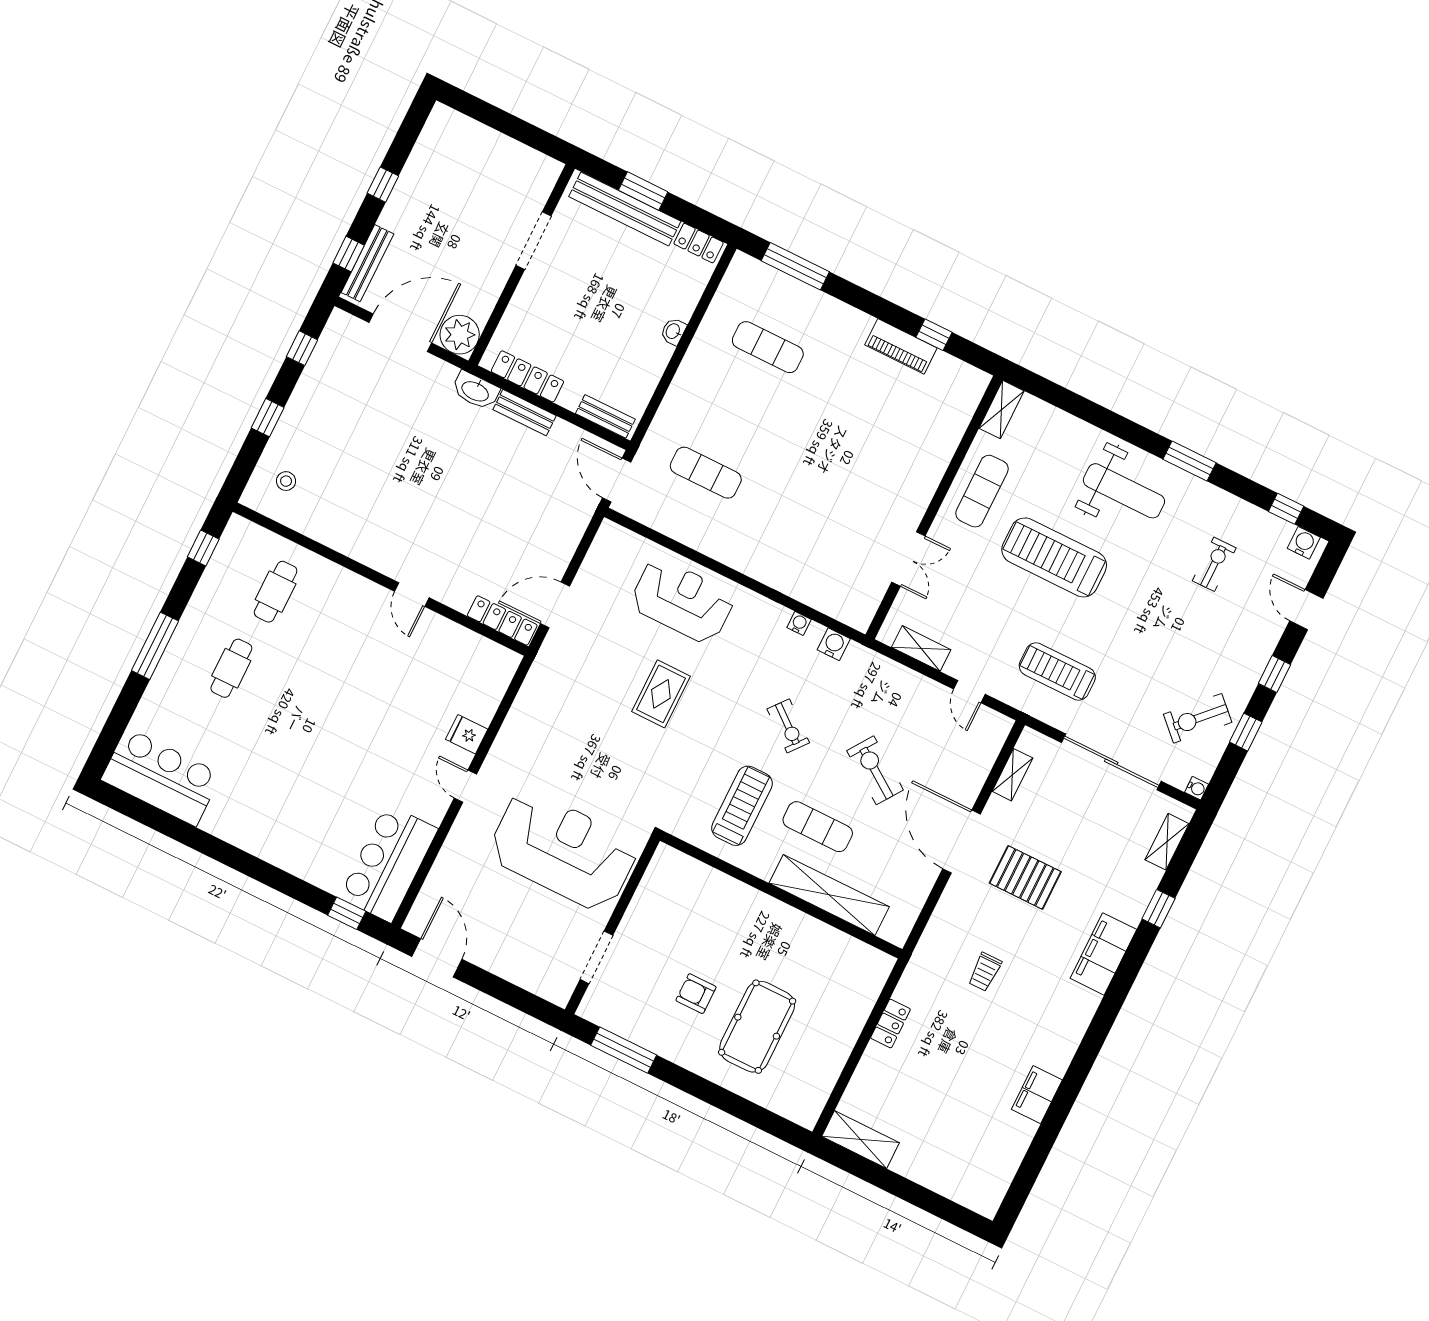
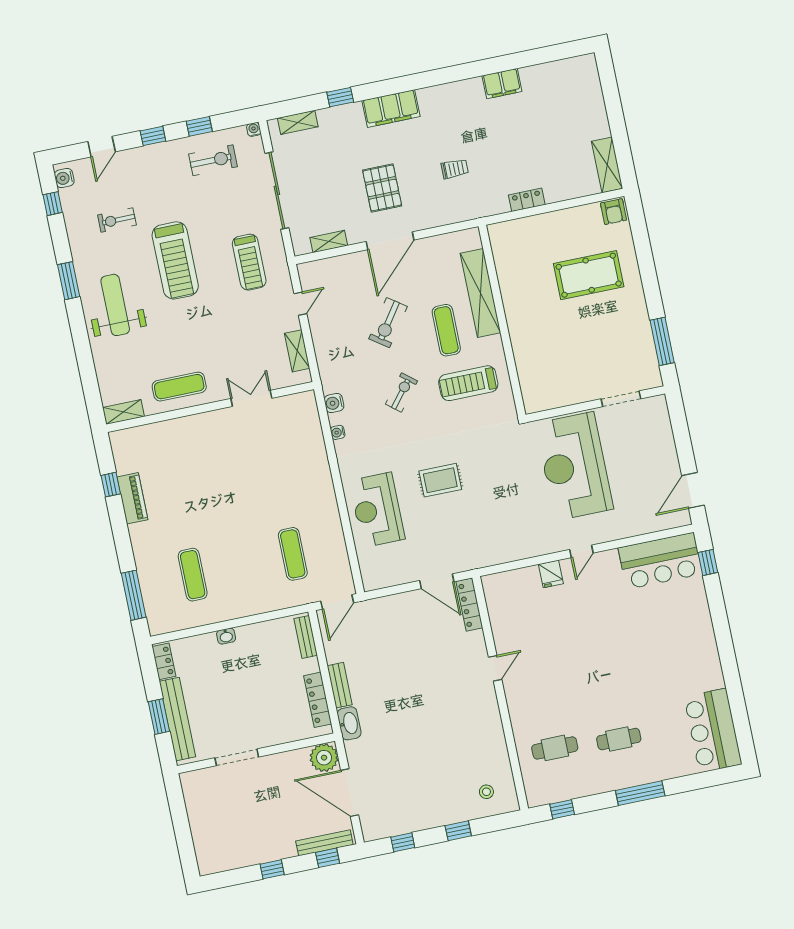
treadmill: (1054, 557) -> (175, 260), moved
exercise bike: (1198, 718) -> (213, 160), turned -44
armchair: (696, 994) -> (614, 212), moved

